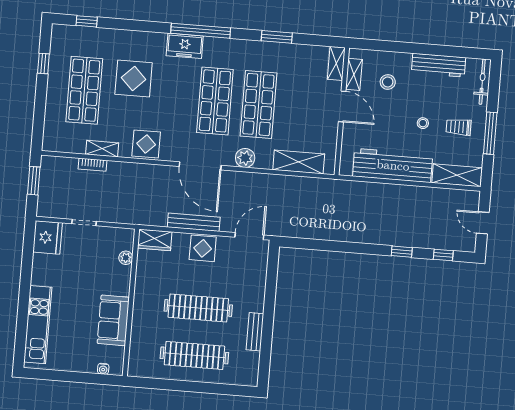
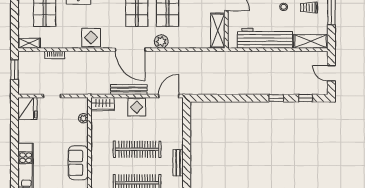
shelving: (102, 149) -> (29, 43), moved
shelving: (299, 162) -> (218, 31), moved, turned 90

